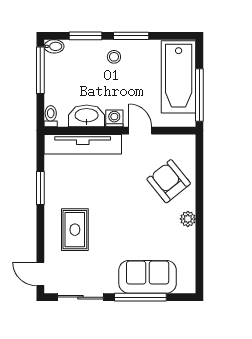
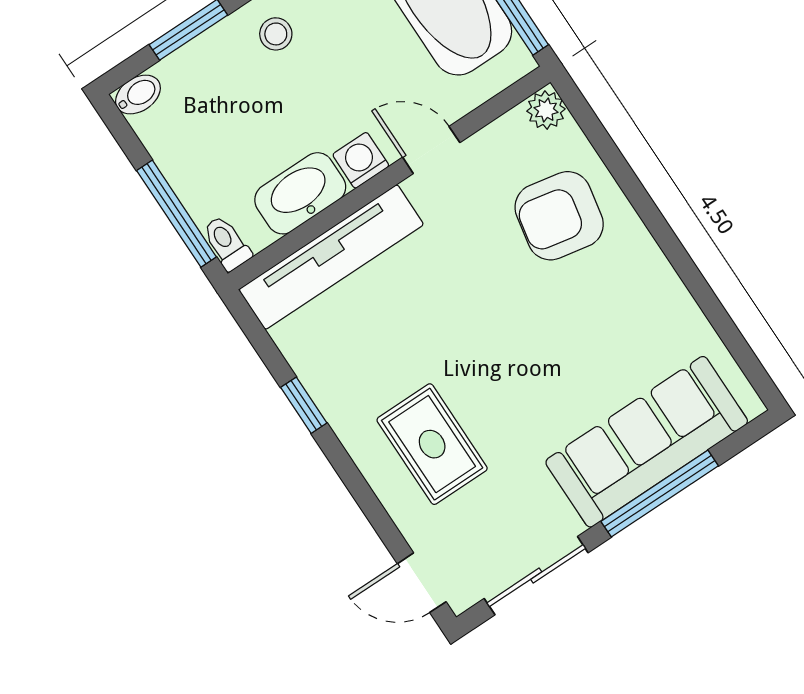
window: (40, 70) -> (177, 214), moved
armchair: (169, 181) -> (559, 216), turned -40
window: (40, 188) -> (304, 405), width x0.67
plant: (188, 219) -> (546, 110), moved
sofa: (148, 277) -> (647, 442), width x1.36

